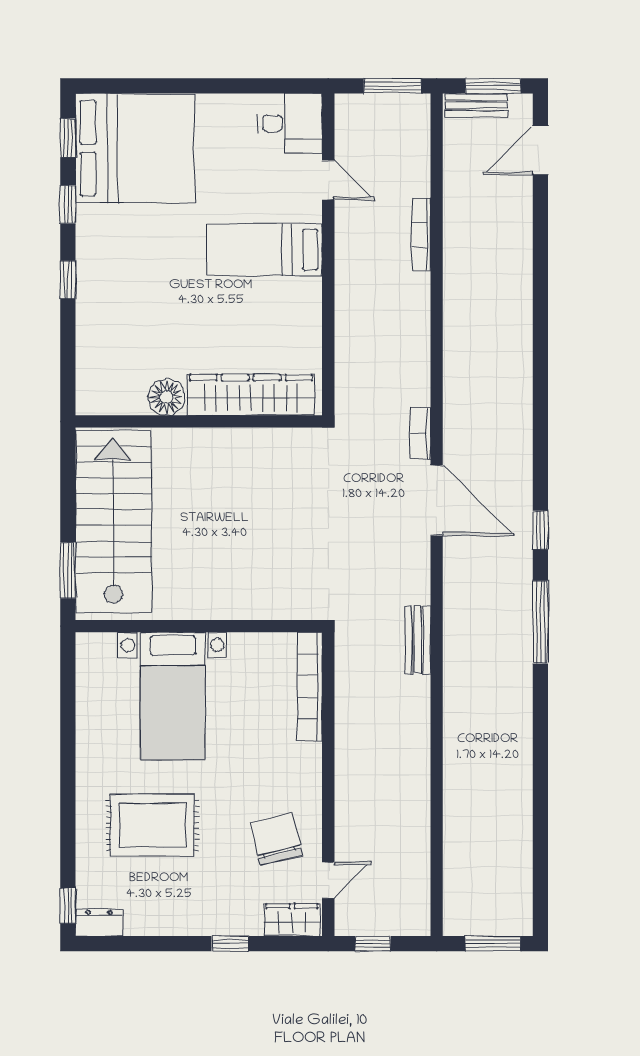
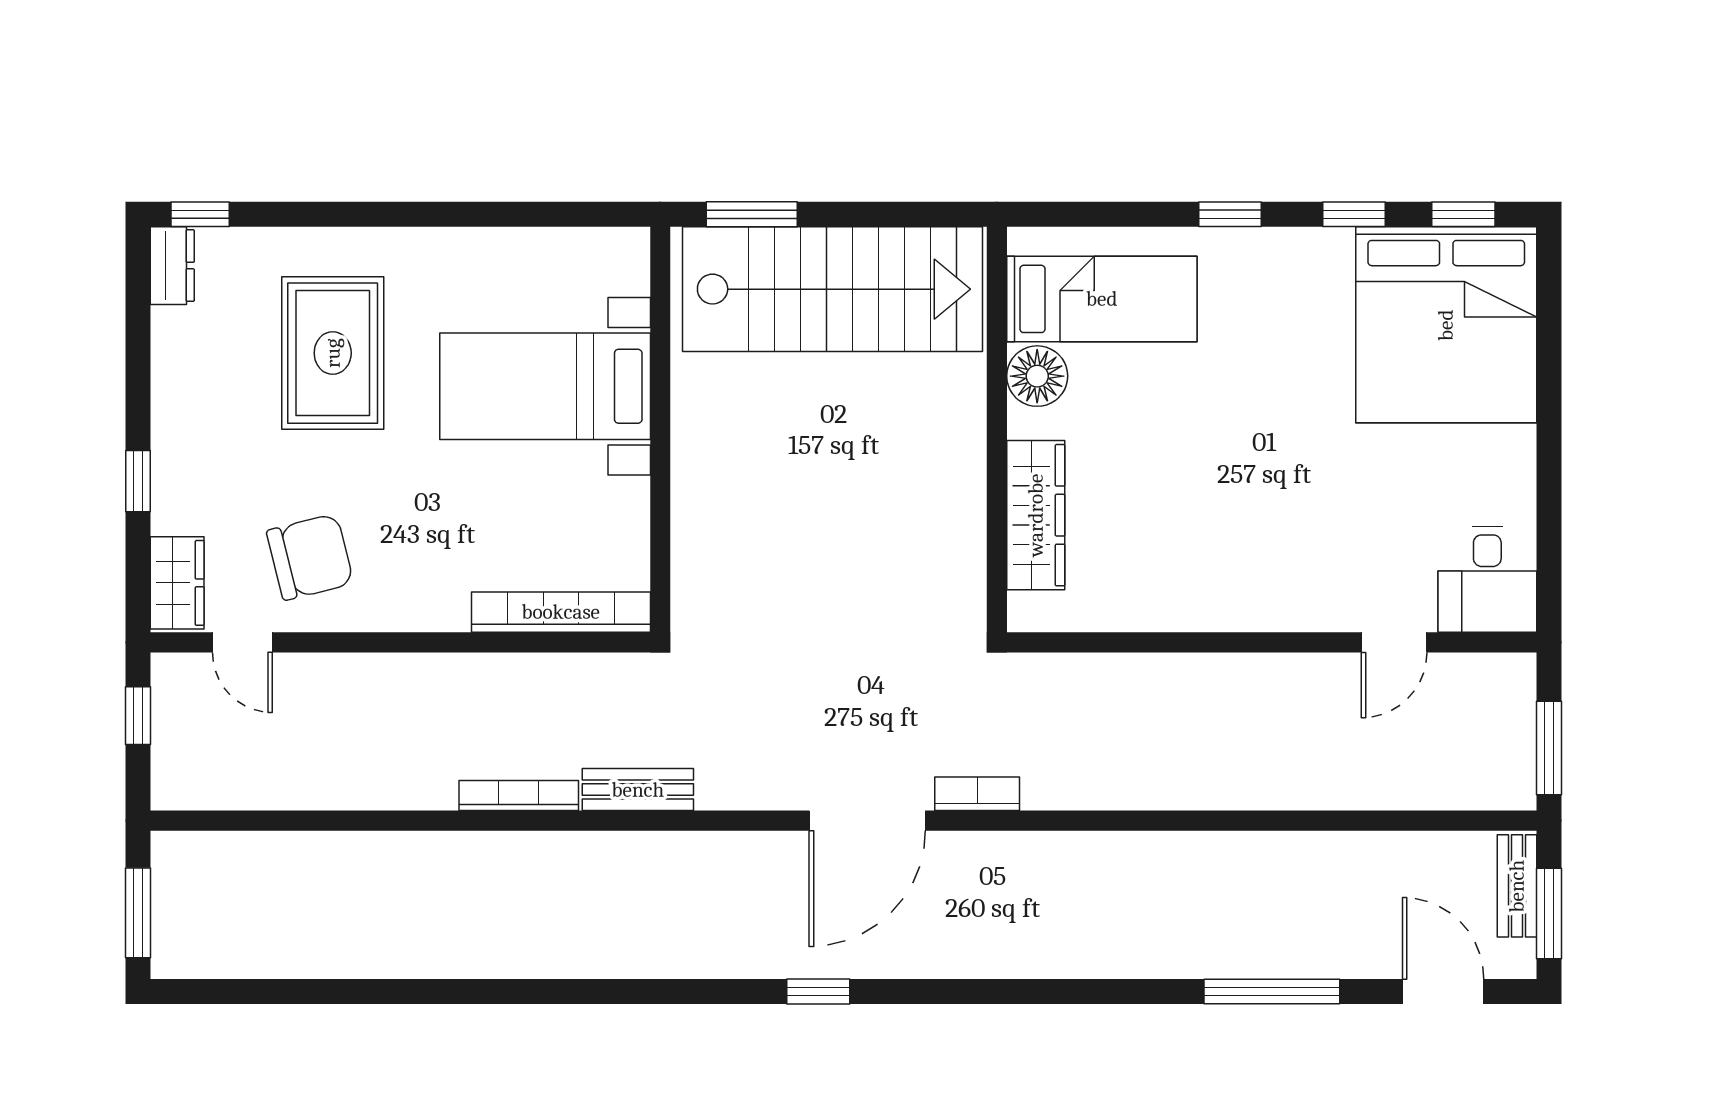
bookcase: (421, 235) -> (519, 795), moved
bed: (264, 250) -> (1102, 299), moved, turned 90
wardrobe: (251, 395) -> (1036, 515), width x0.71, depth x0.85
window: (540, 622) -> (1272, 991), moved

